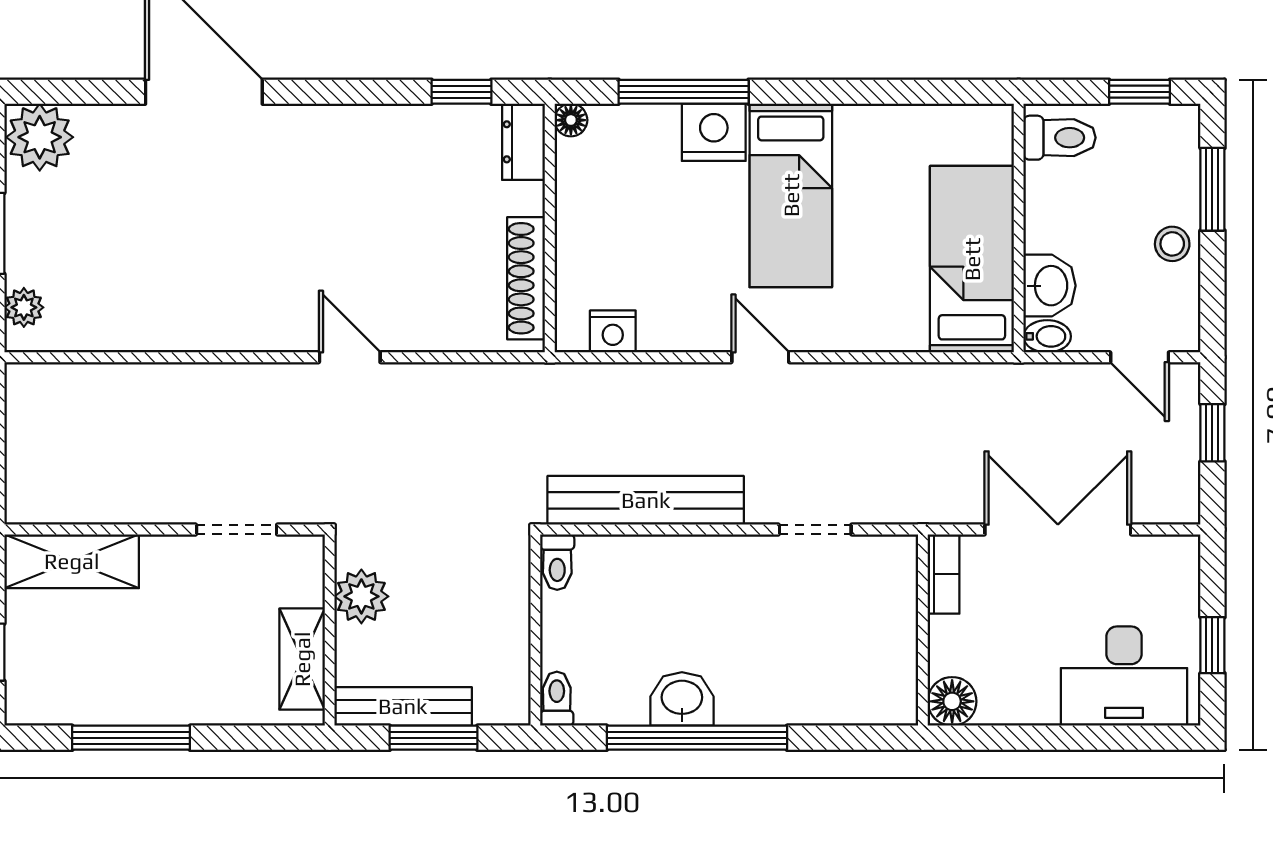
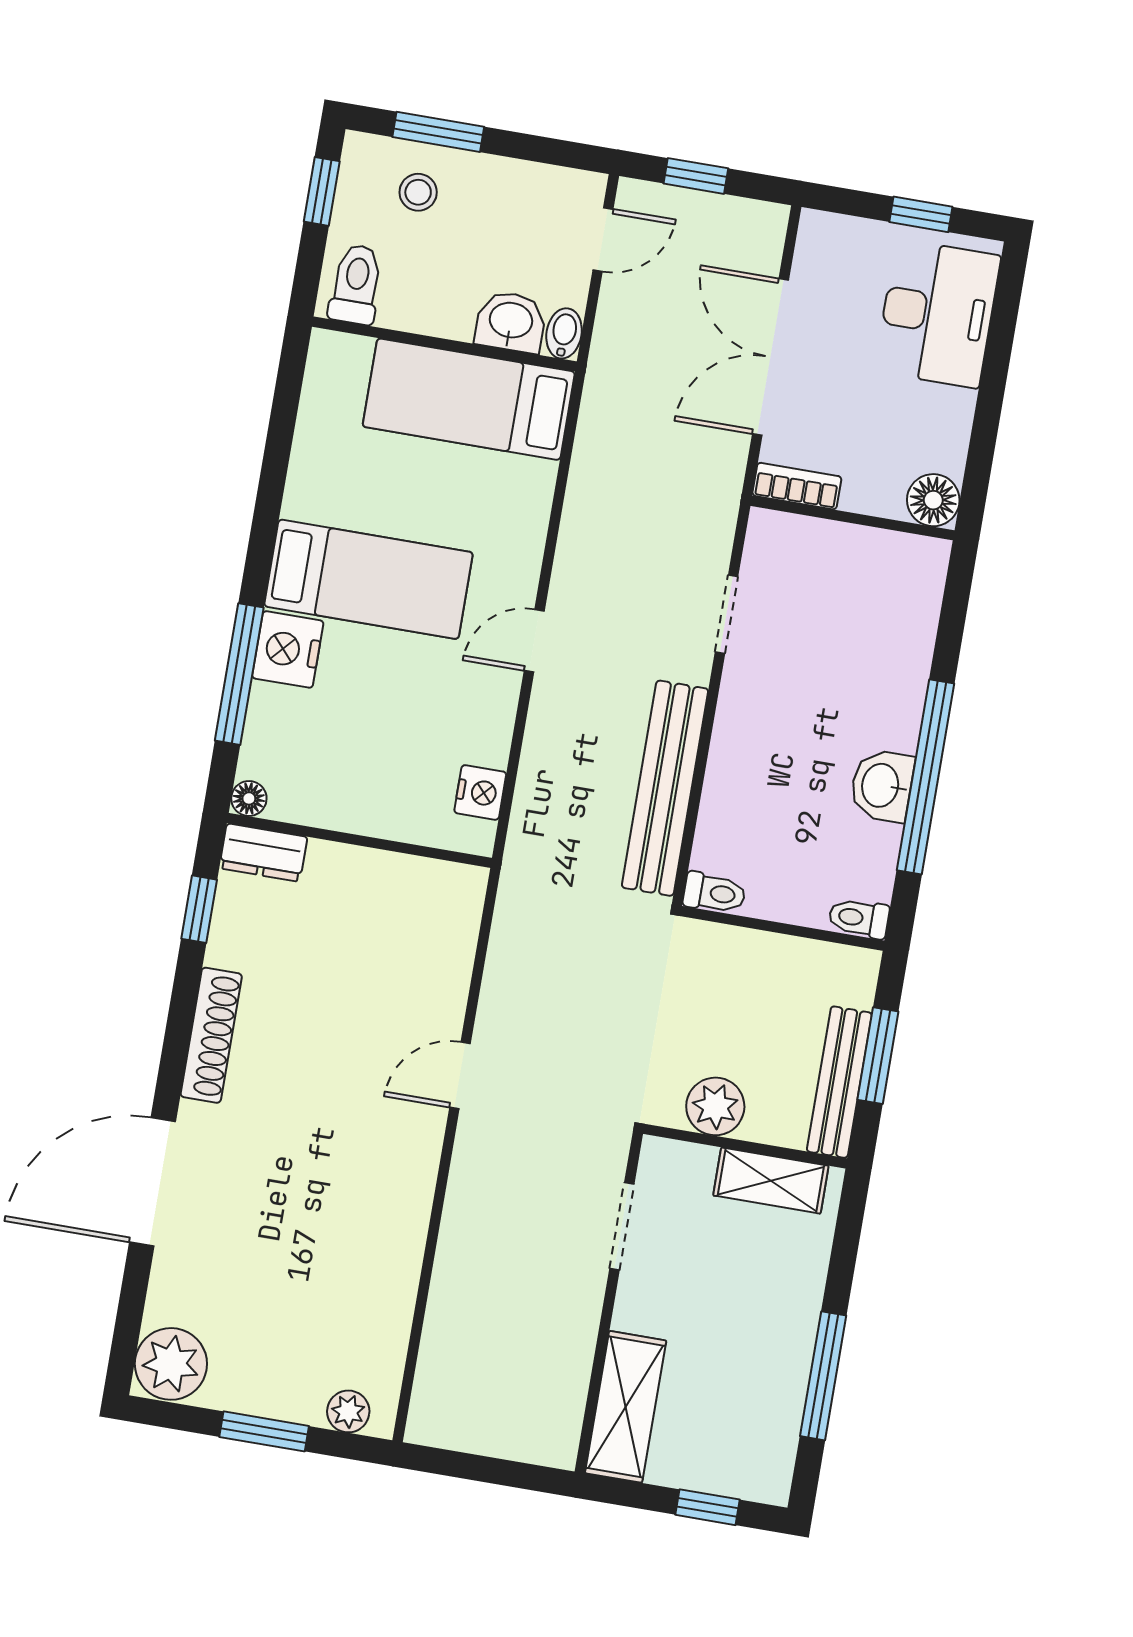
stool: (1172, 244) -> (418, 192), moved
shoe rack: (526, 278) -> (211, 1035), moved, turned -90

